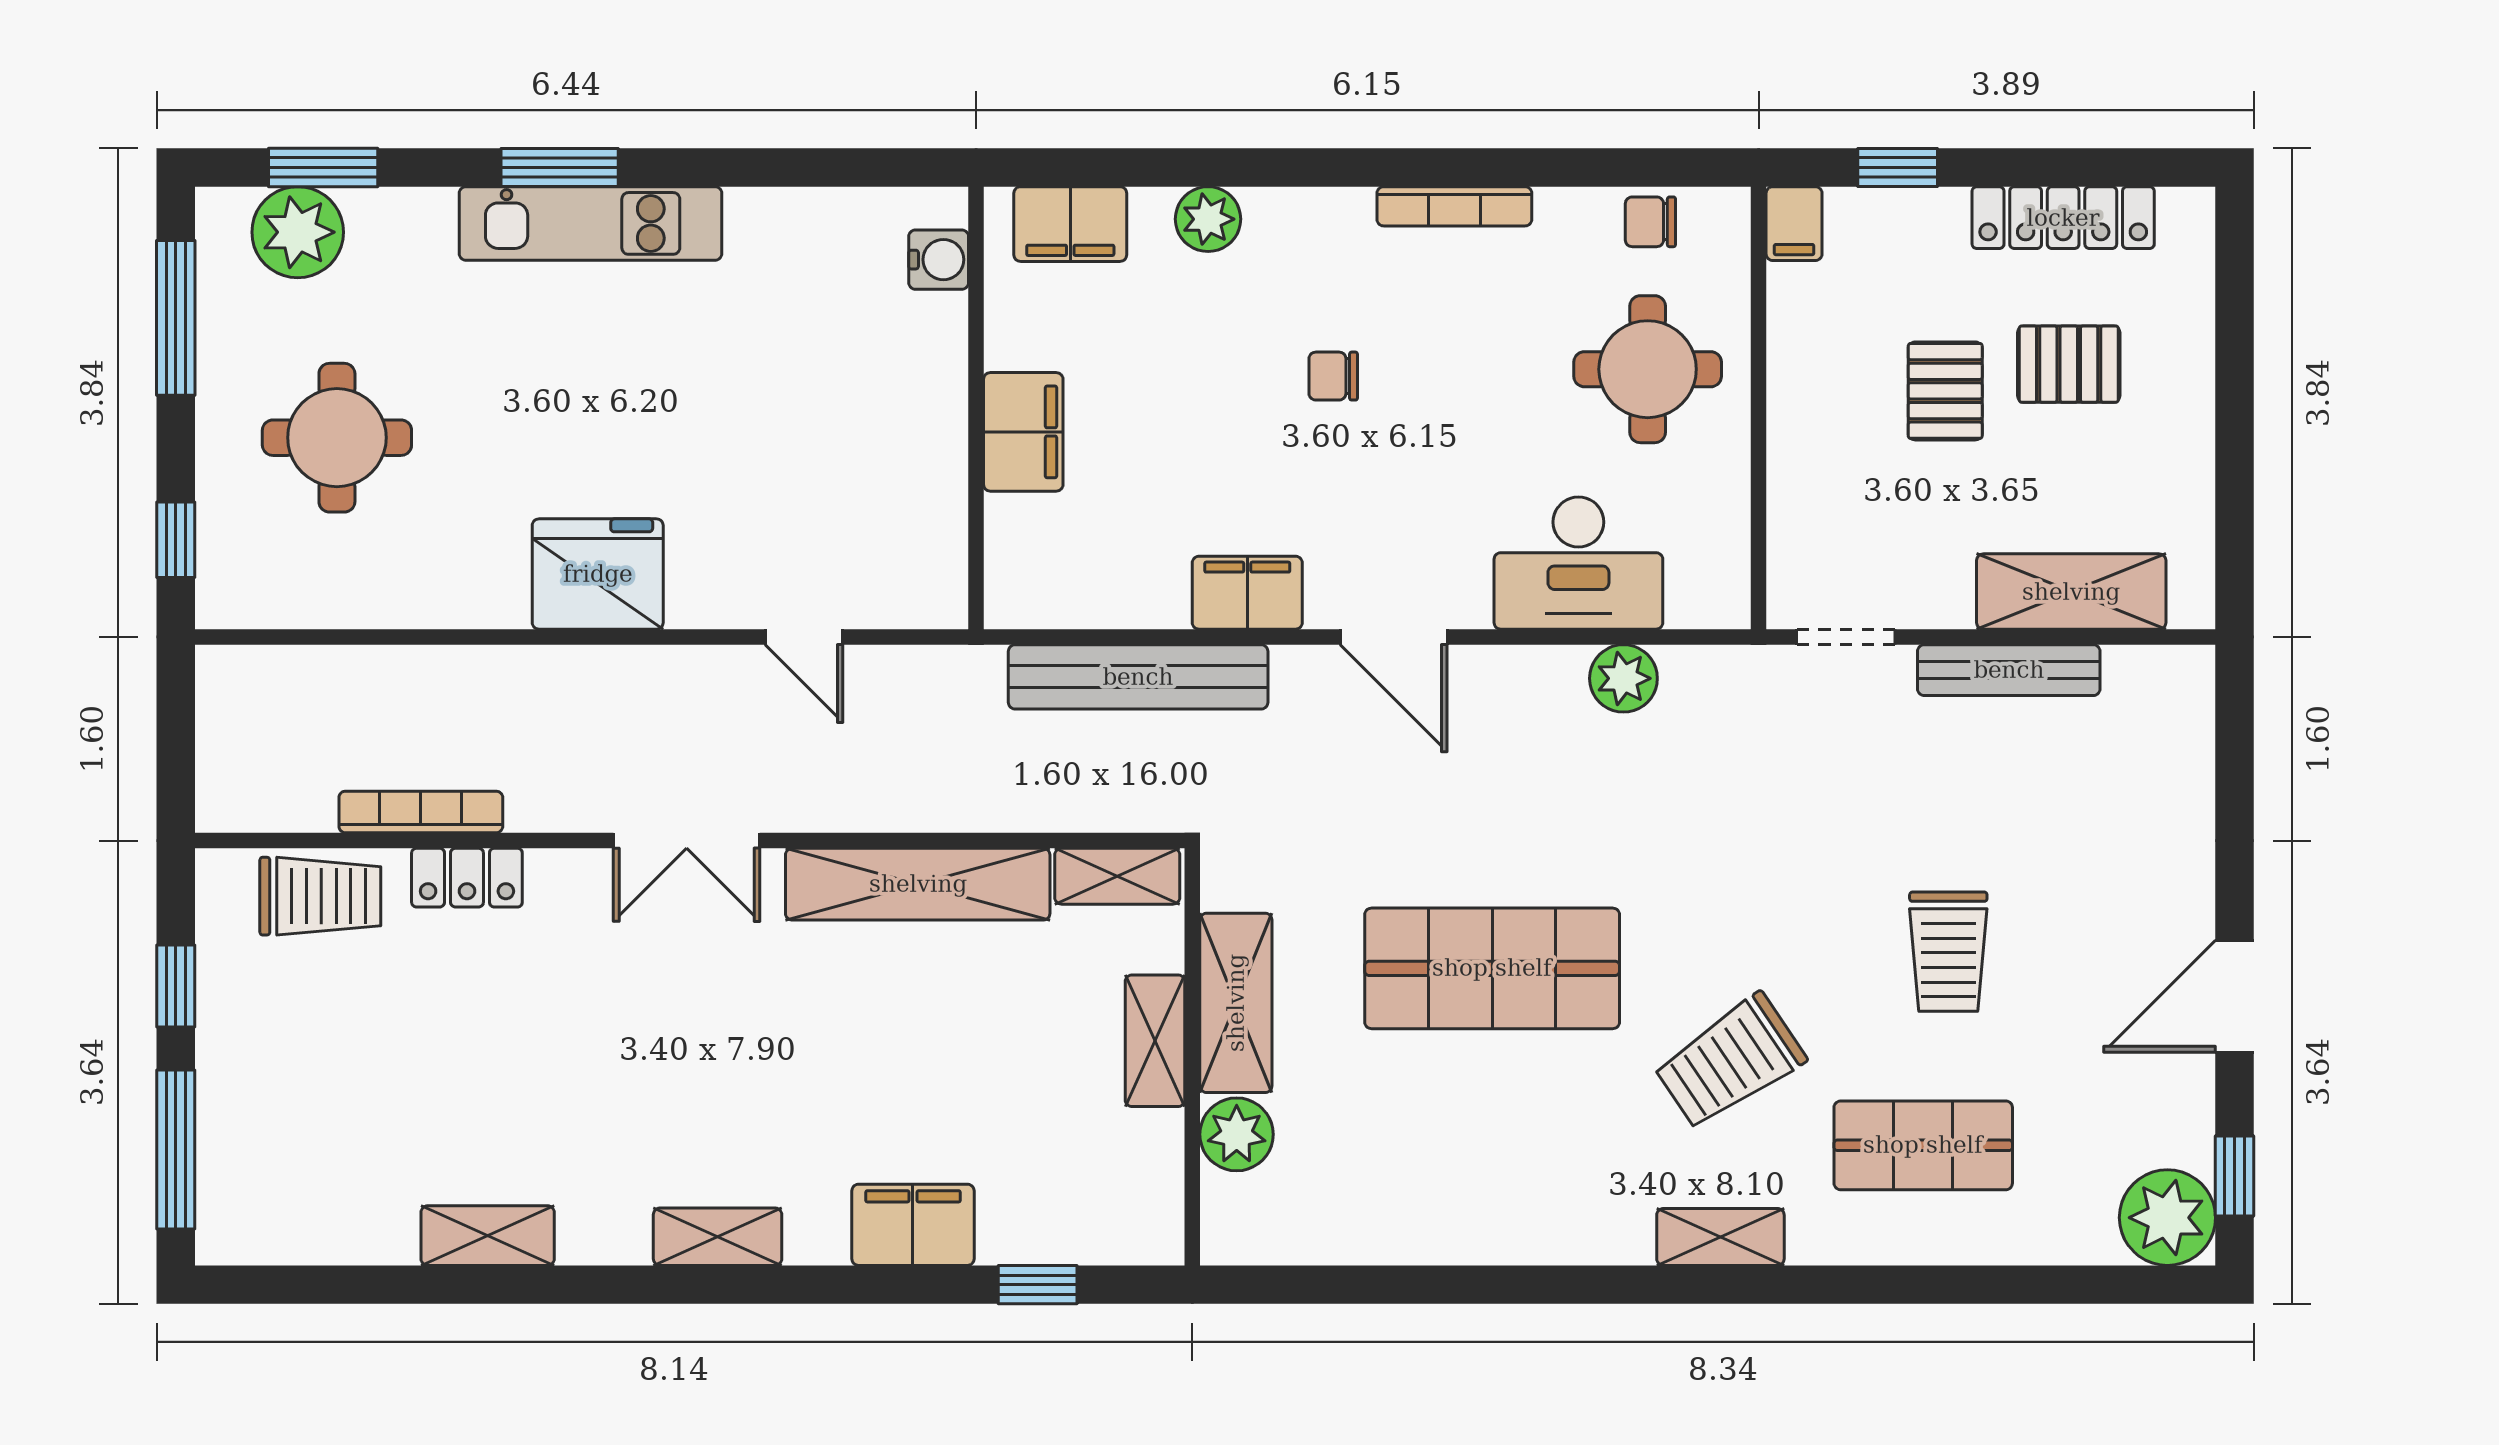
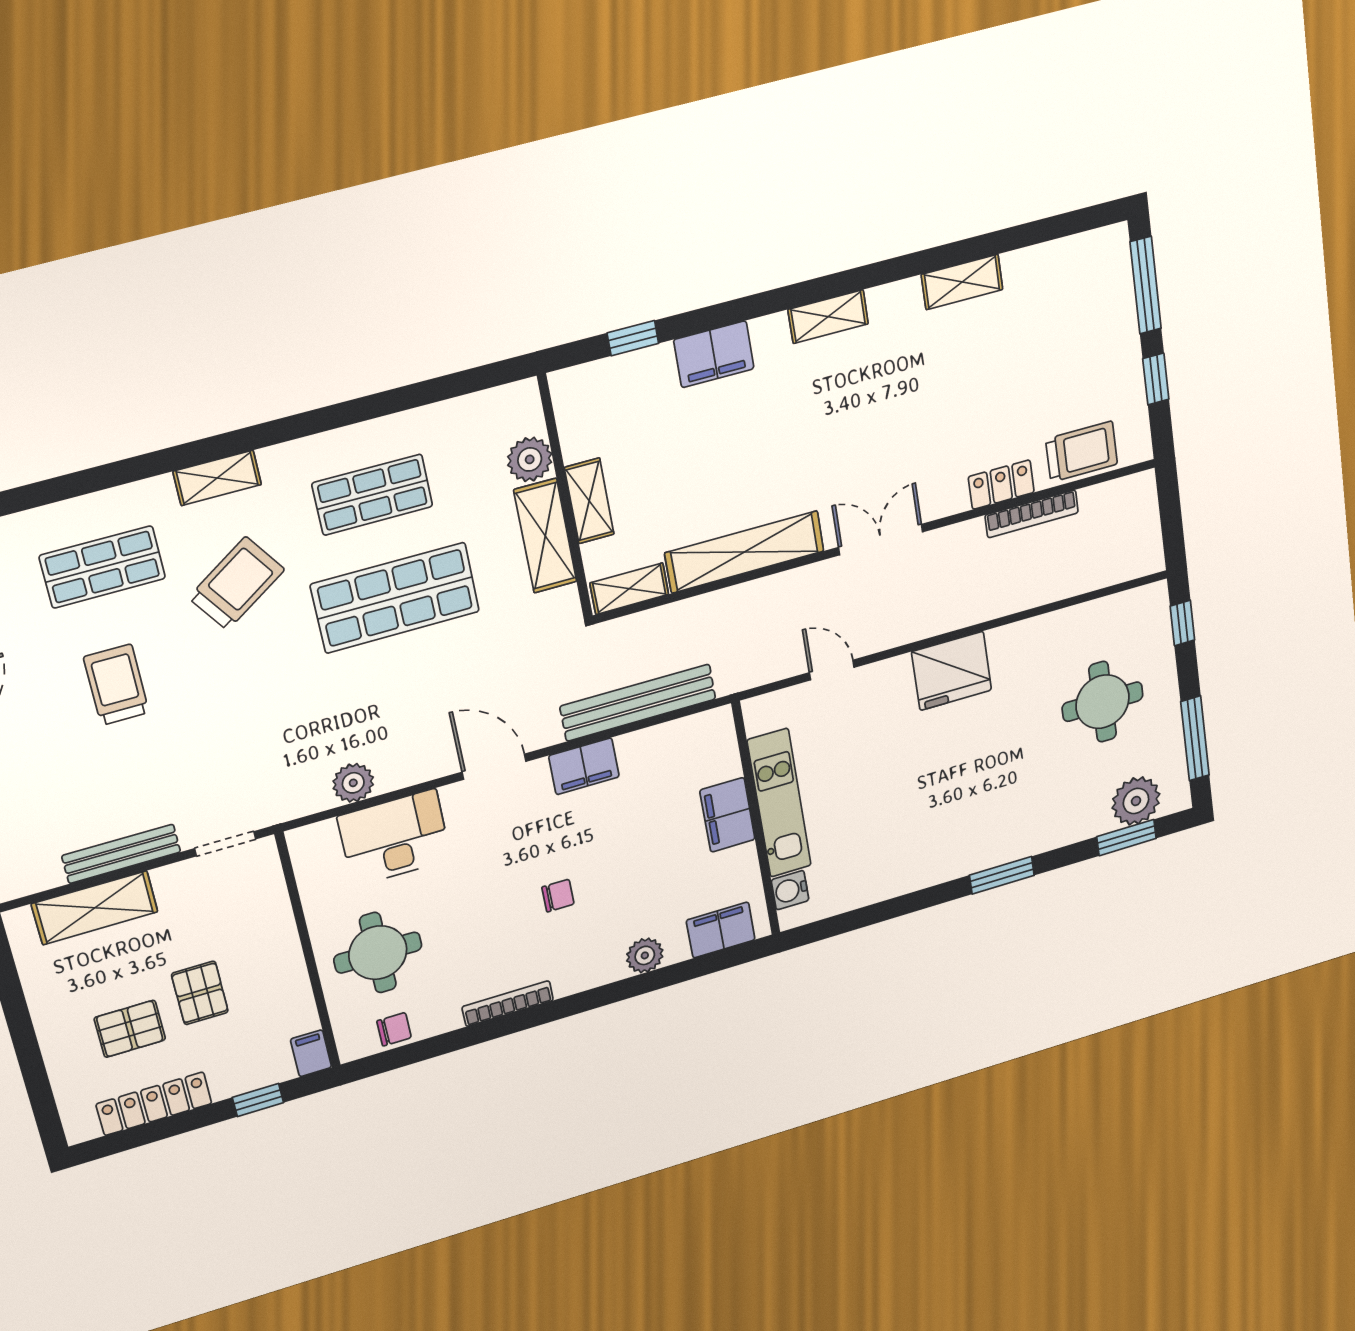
kitchen unit: (590, 223) -> (779, 803), moved, turned 90
trolley: (320, 896) -> (1082, 452), turned 180
shop shelf: (1492, 1145) -> (372, 495), added

